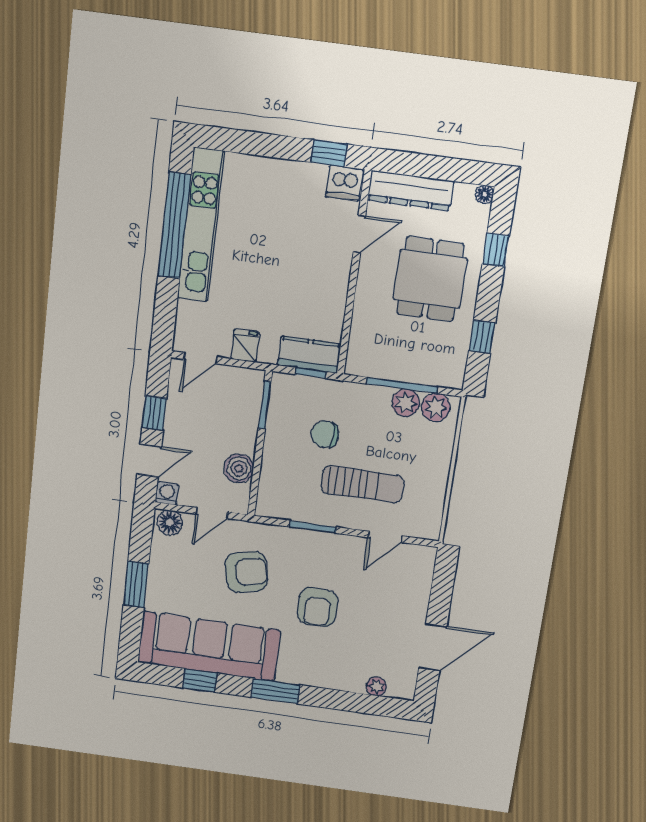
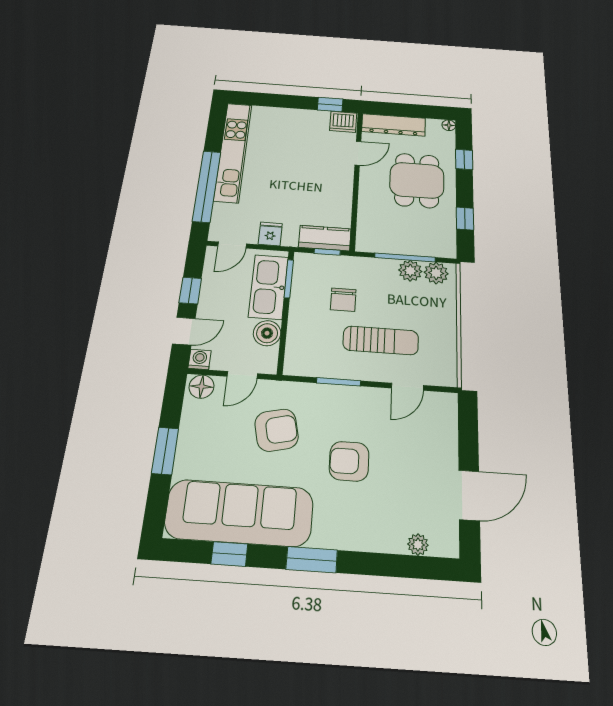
window: (174, 226) -> (207, 186), moved
kitchen sink: (241, 414) -> (268, 287), added
chair: (325, 434) -> (343, 300), turned -90
armchair: (317, 607) -> (349, 461), turned 90

